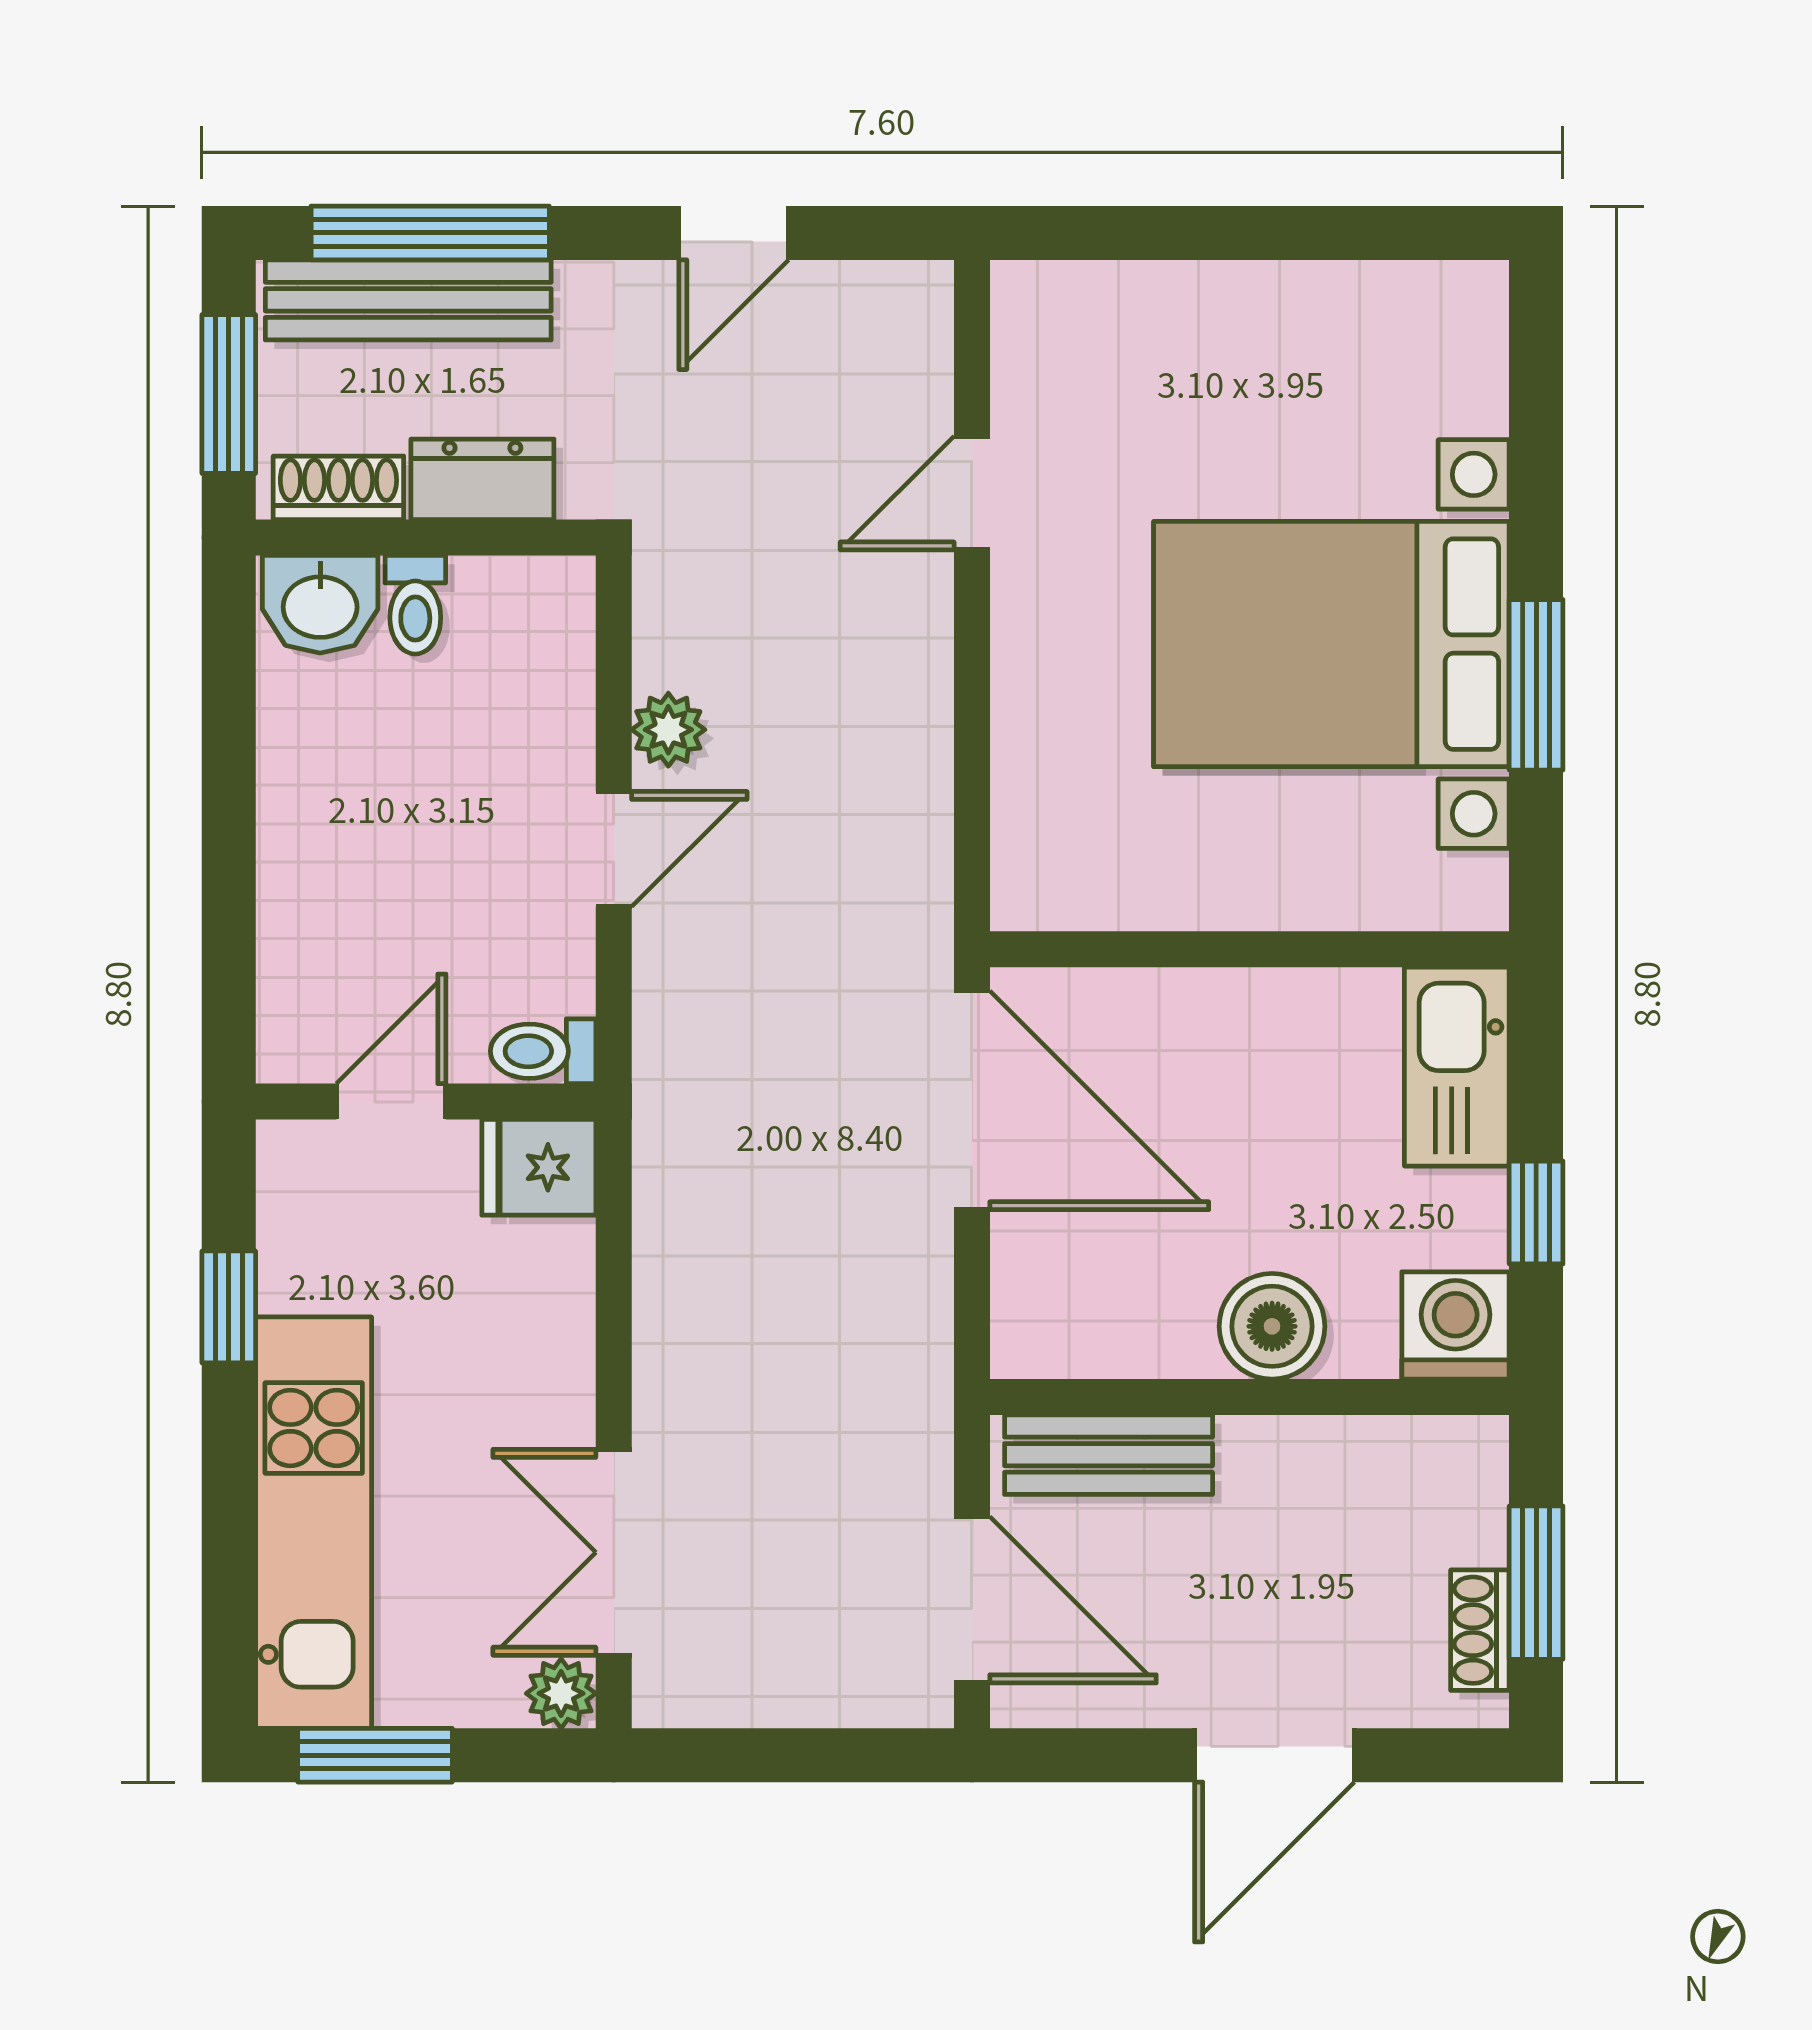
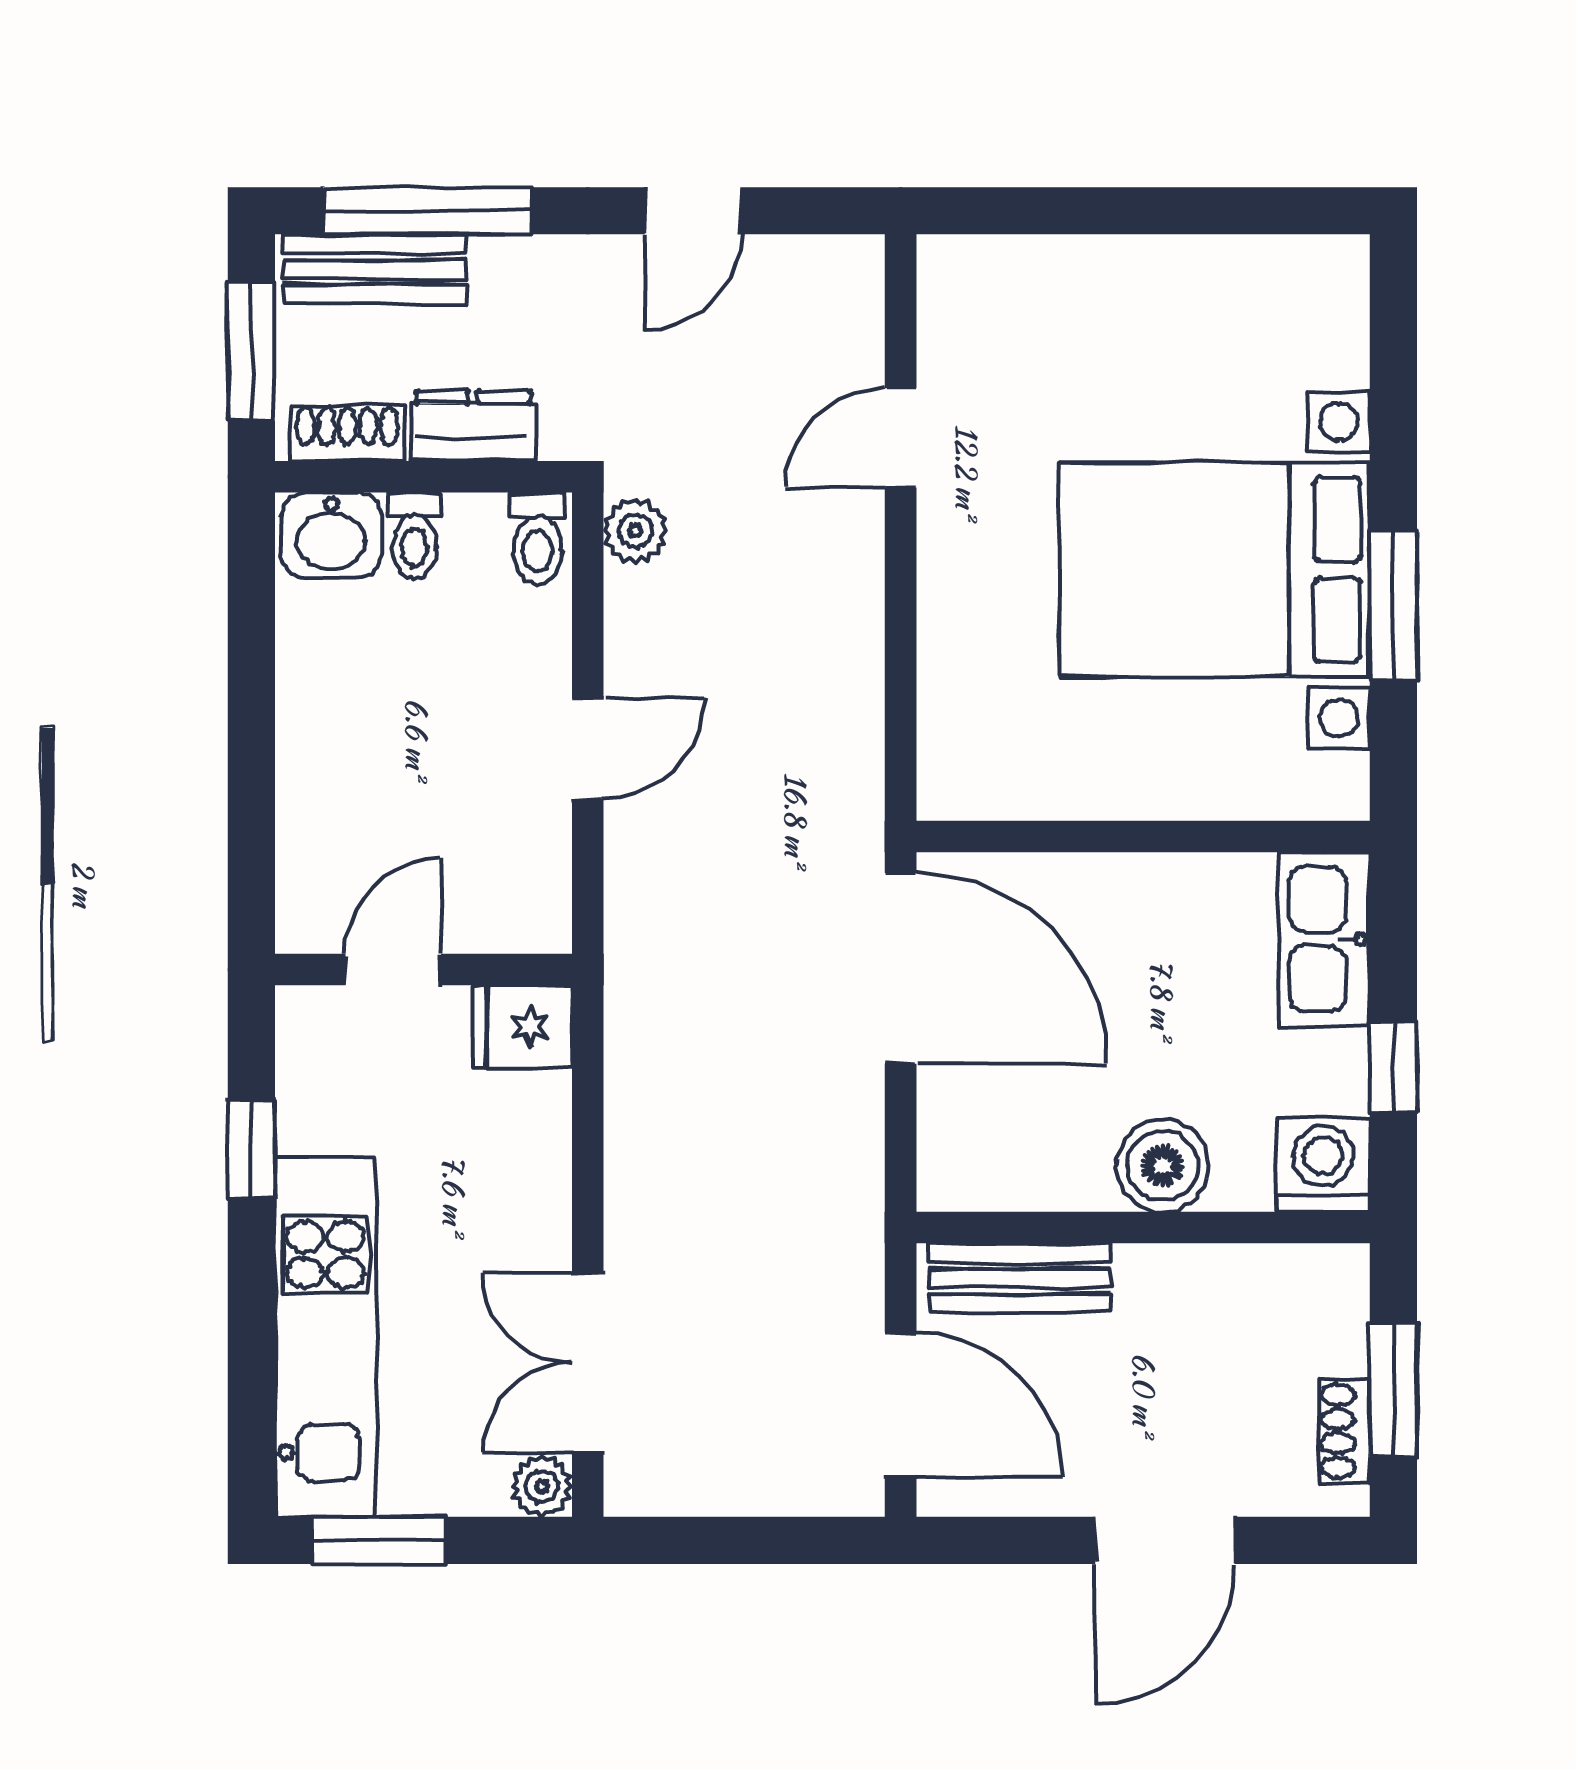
bench: (408, 300) -> (375, 269), width x0.73
plant: (668, 730) -> (635, 531), moved
toilet: (543, 1051) -> (537, 538), moved, turned -90

